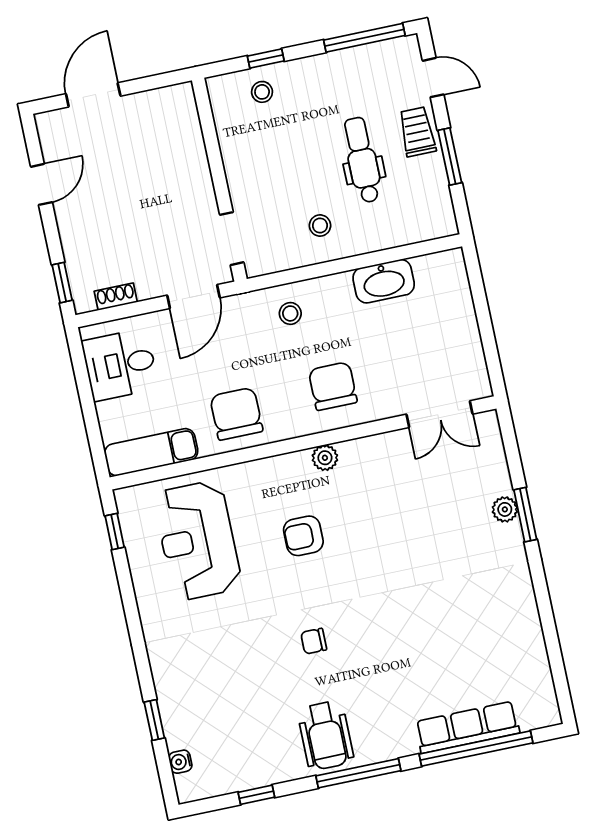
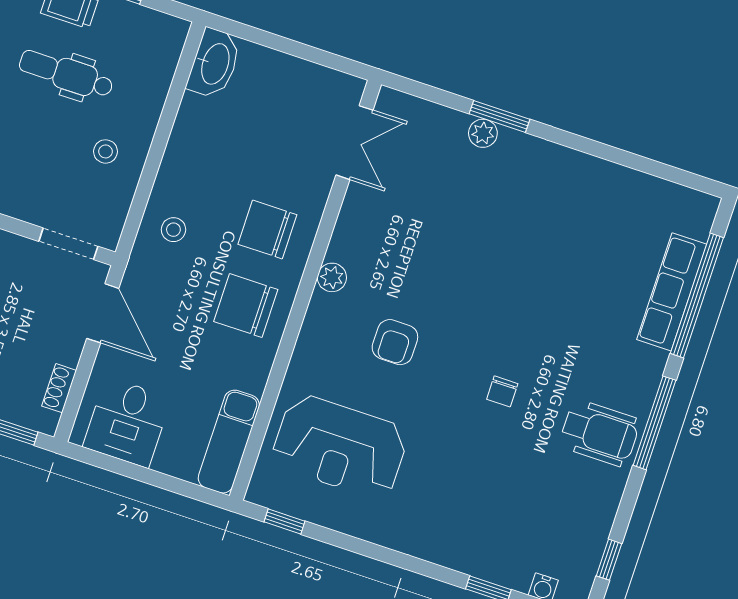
washbasin: (384, 281) -> (214, 64), moved
chair: (236, 414) -> (246, 305), moved
window: (256, 795) -> (609, 560), moved

